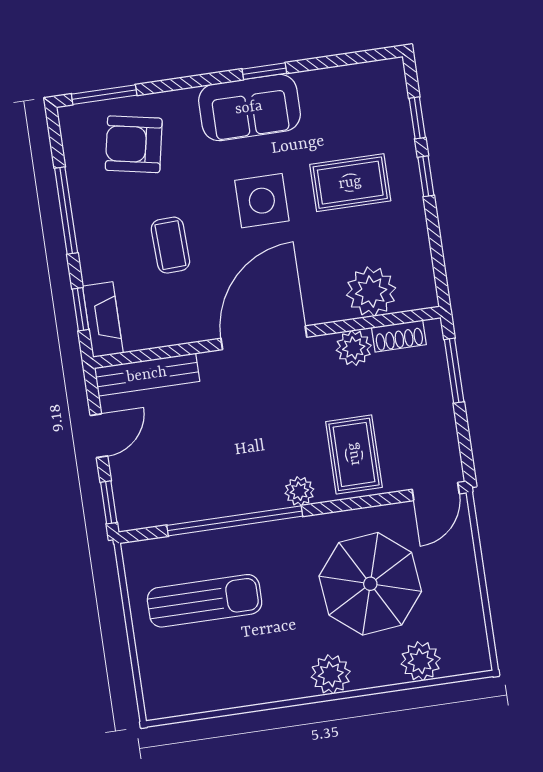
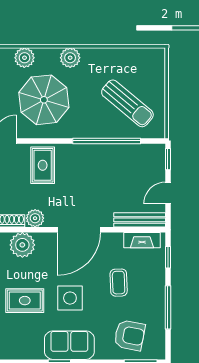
fireplace: (103, 320) -> (142, 240), moved, turned -90
plant: (299, 491) -> (72, 151), removed
sun lounger: (205, 601) -> (127, 103), turned -140

